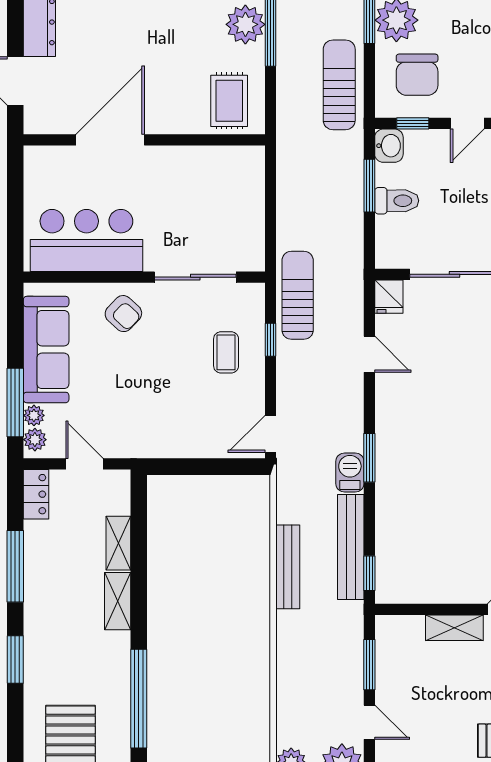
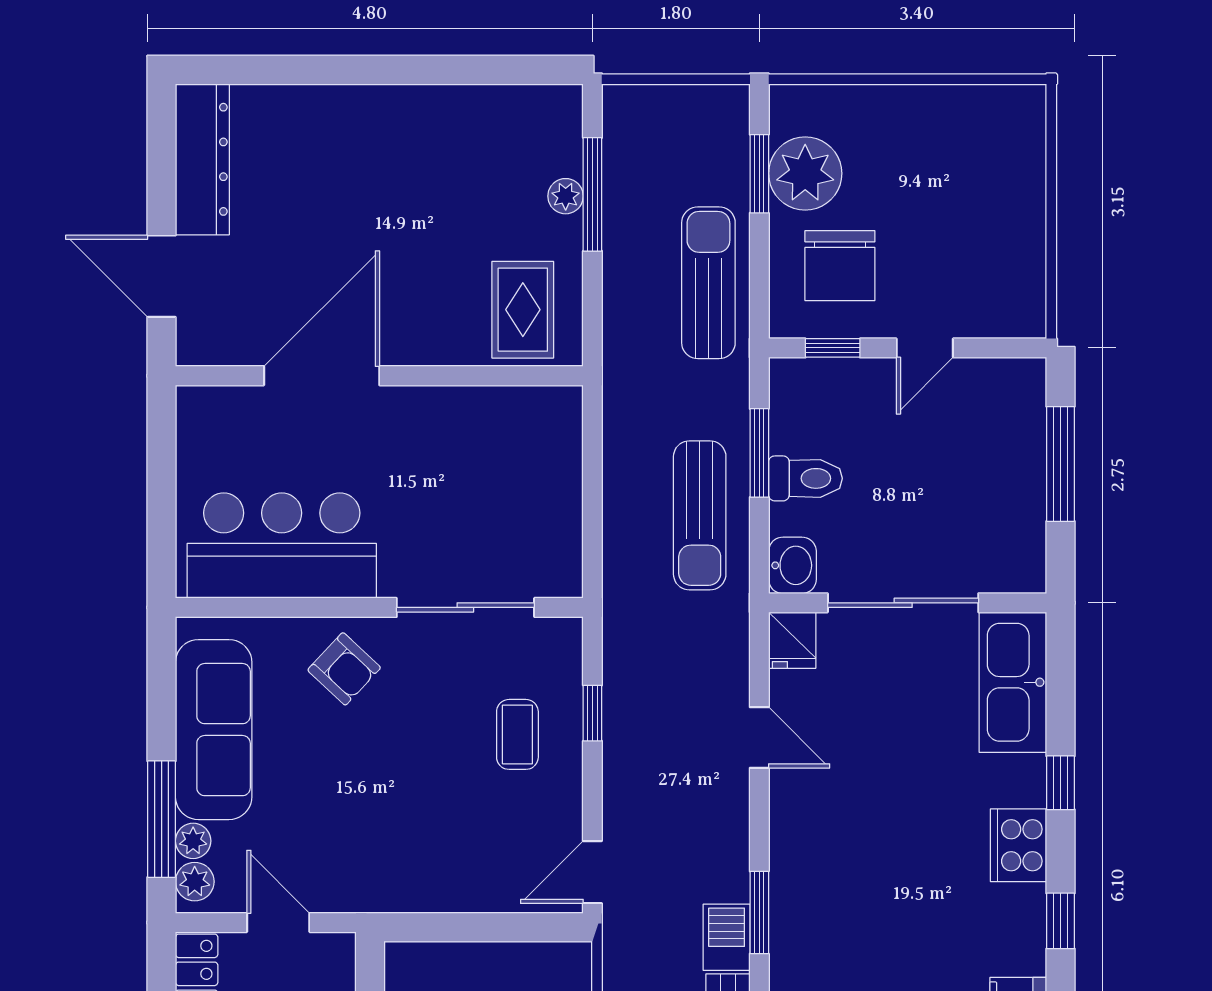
plant: (245, 24) -> (566, 196), width x0.53, depth x0.53
washbasin: (389, 146) -> (792, 565), moved
sun lounger: (298, 295) -> (700, 515), moved, turned 180

